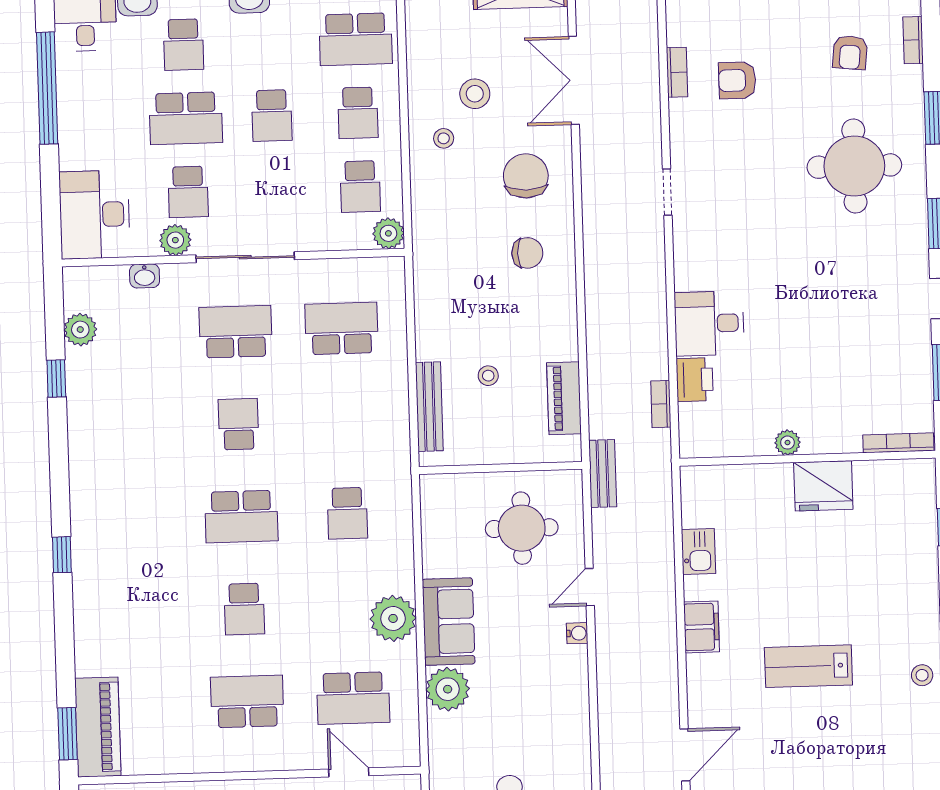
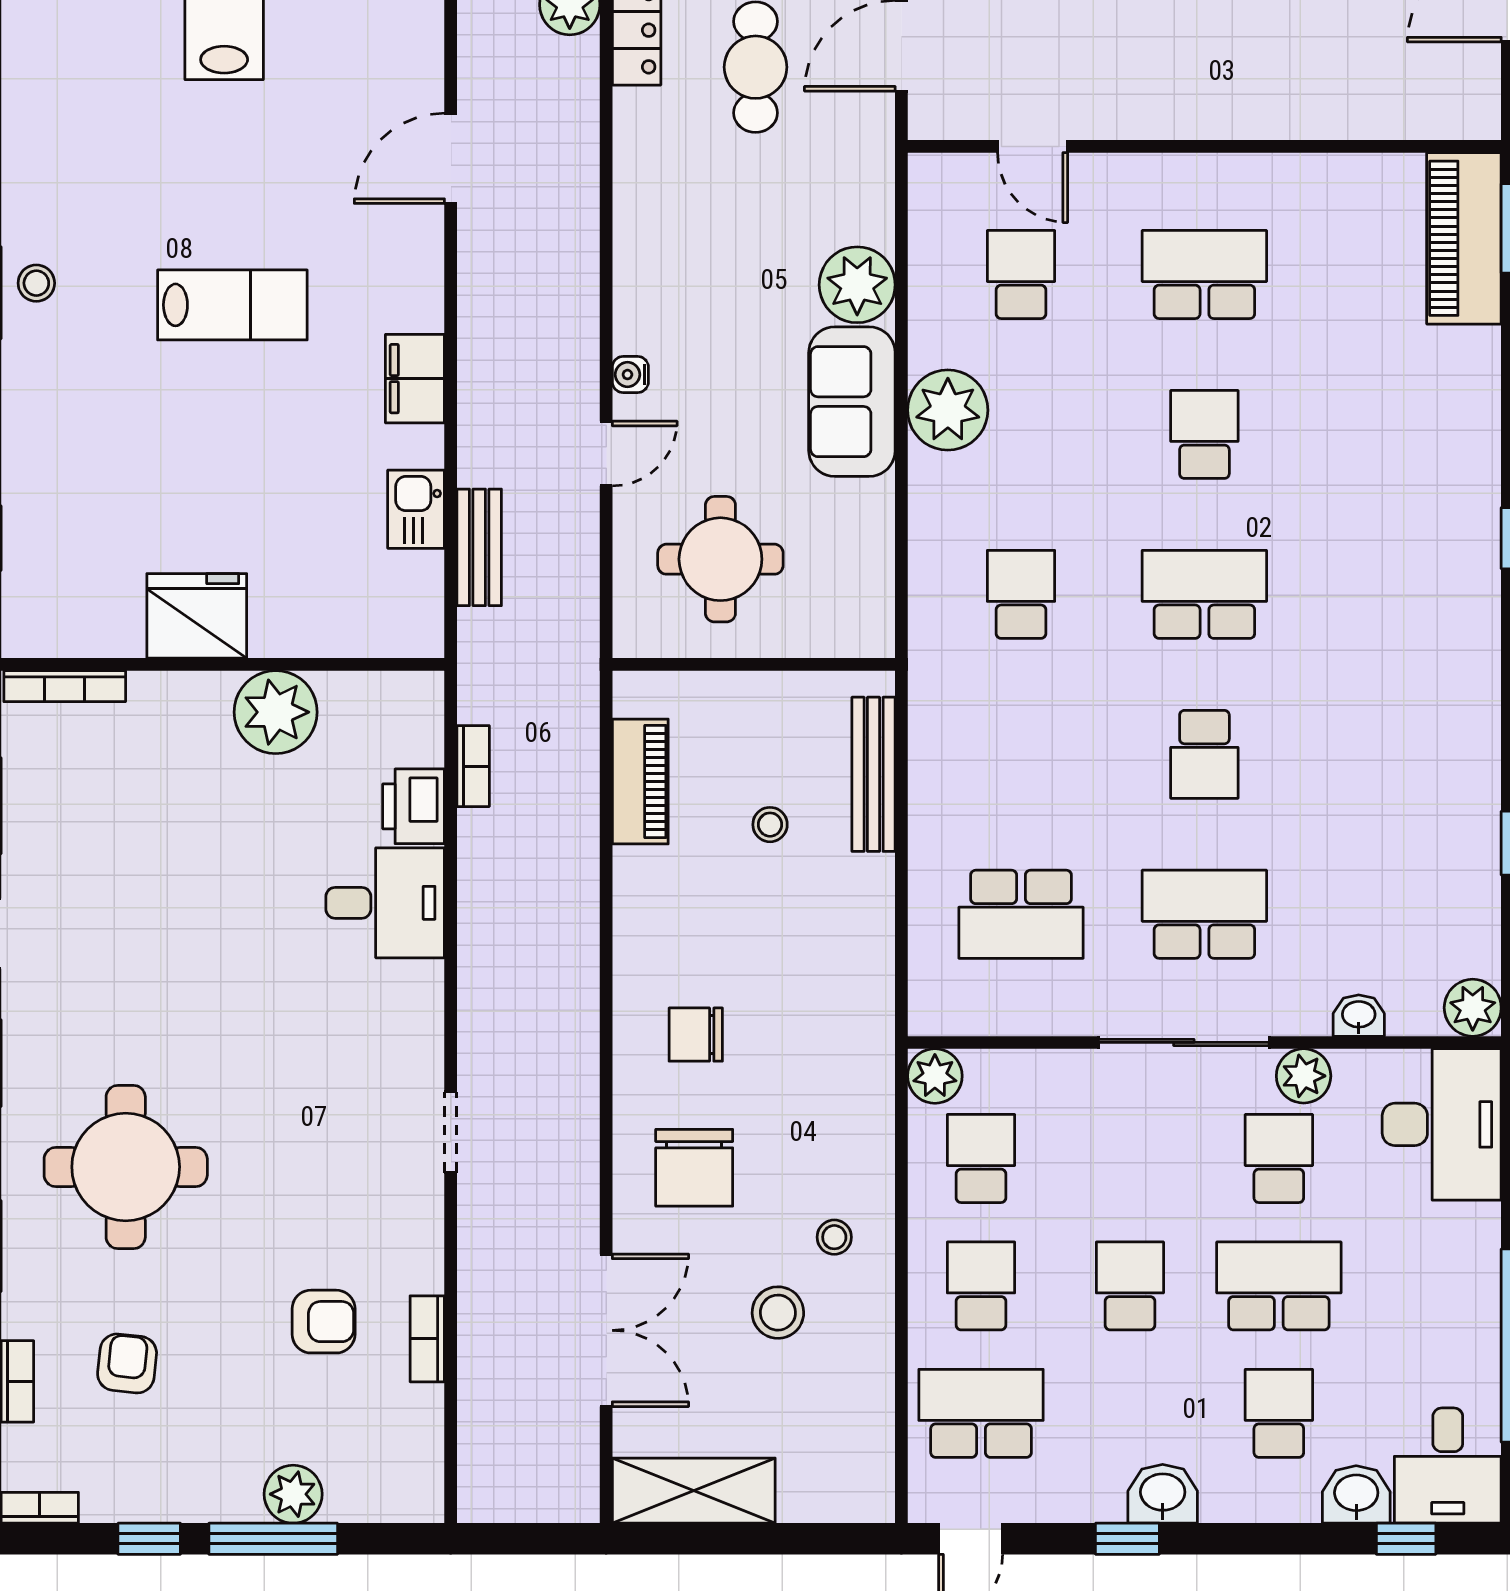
plant: (80, 330) -> (1473, 1008), moved
school desk: (236, 332) -> (1204, 914), turned 180
plant: (787, 443) -> (276, 712), width x1.88, depth x1.88
bench: (603, 474) -> (479, 547), moved
school desk: (353, 698) -> (1021, 275), width x0.54
school desk: (247, 701) -> (1204, 275), turned 180

